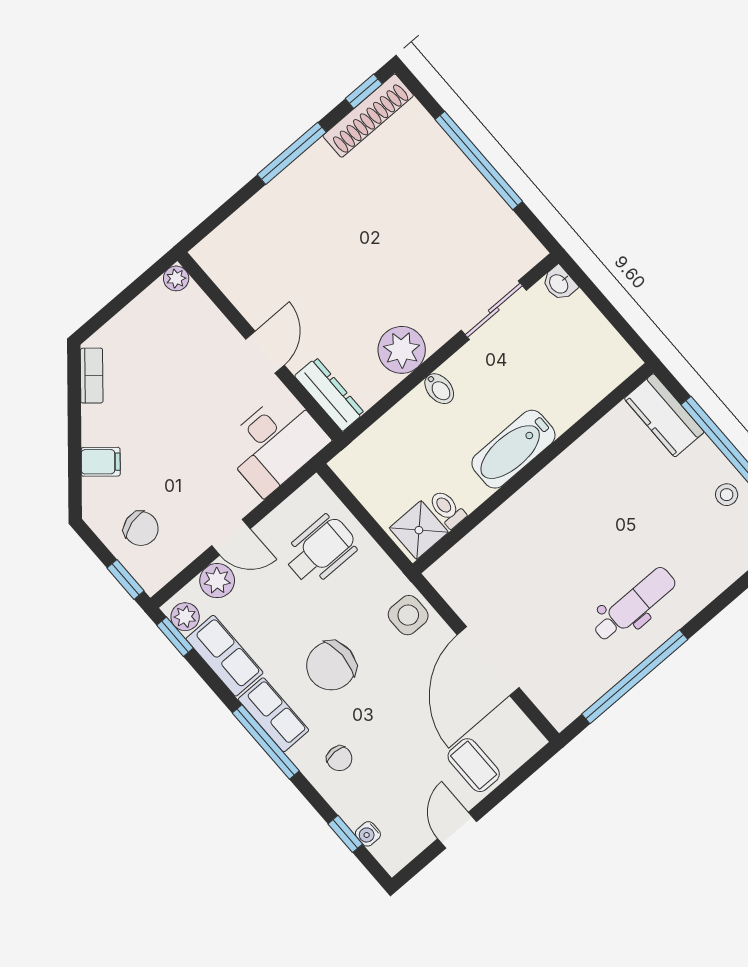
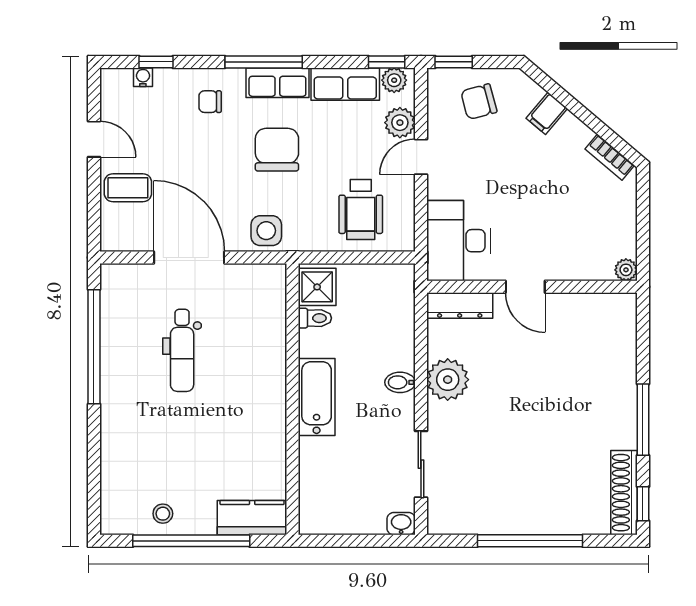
dental chair: (634, 605) -> (182, 350), moved

